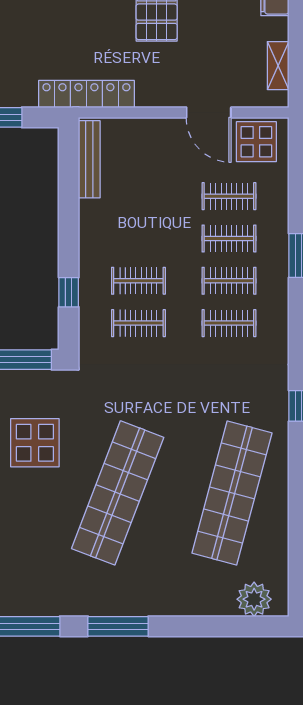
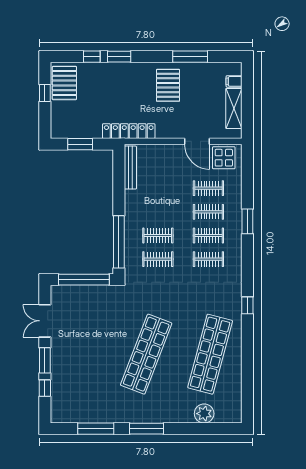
shelving: (278, 66) -> (234, 108), width x1.50, depth x1.33
window: (69, 292) -> (119, 242), width x3.17
display table: (35, 443) -> (100, 326), removed
plant: (254, 599) -> (204, 414), moved

